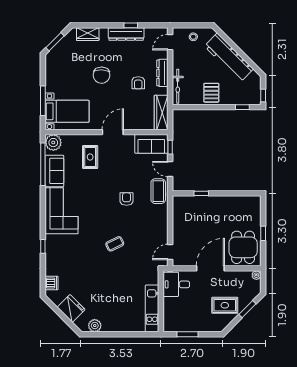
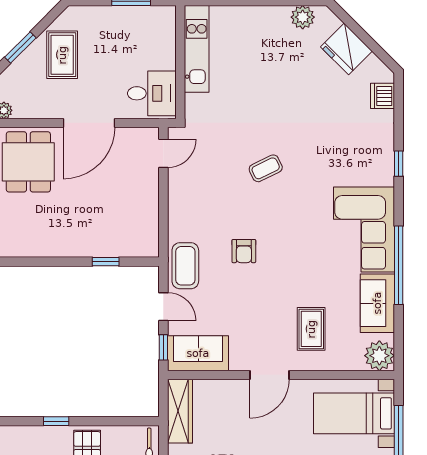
window: (242, 107) -> (56, 421), moved
window: (43, 164) -> (399, 265), moved
rug: (225, 305) -> (62, 55), turned 90

